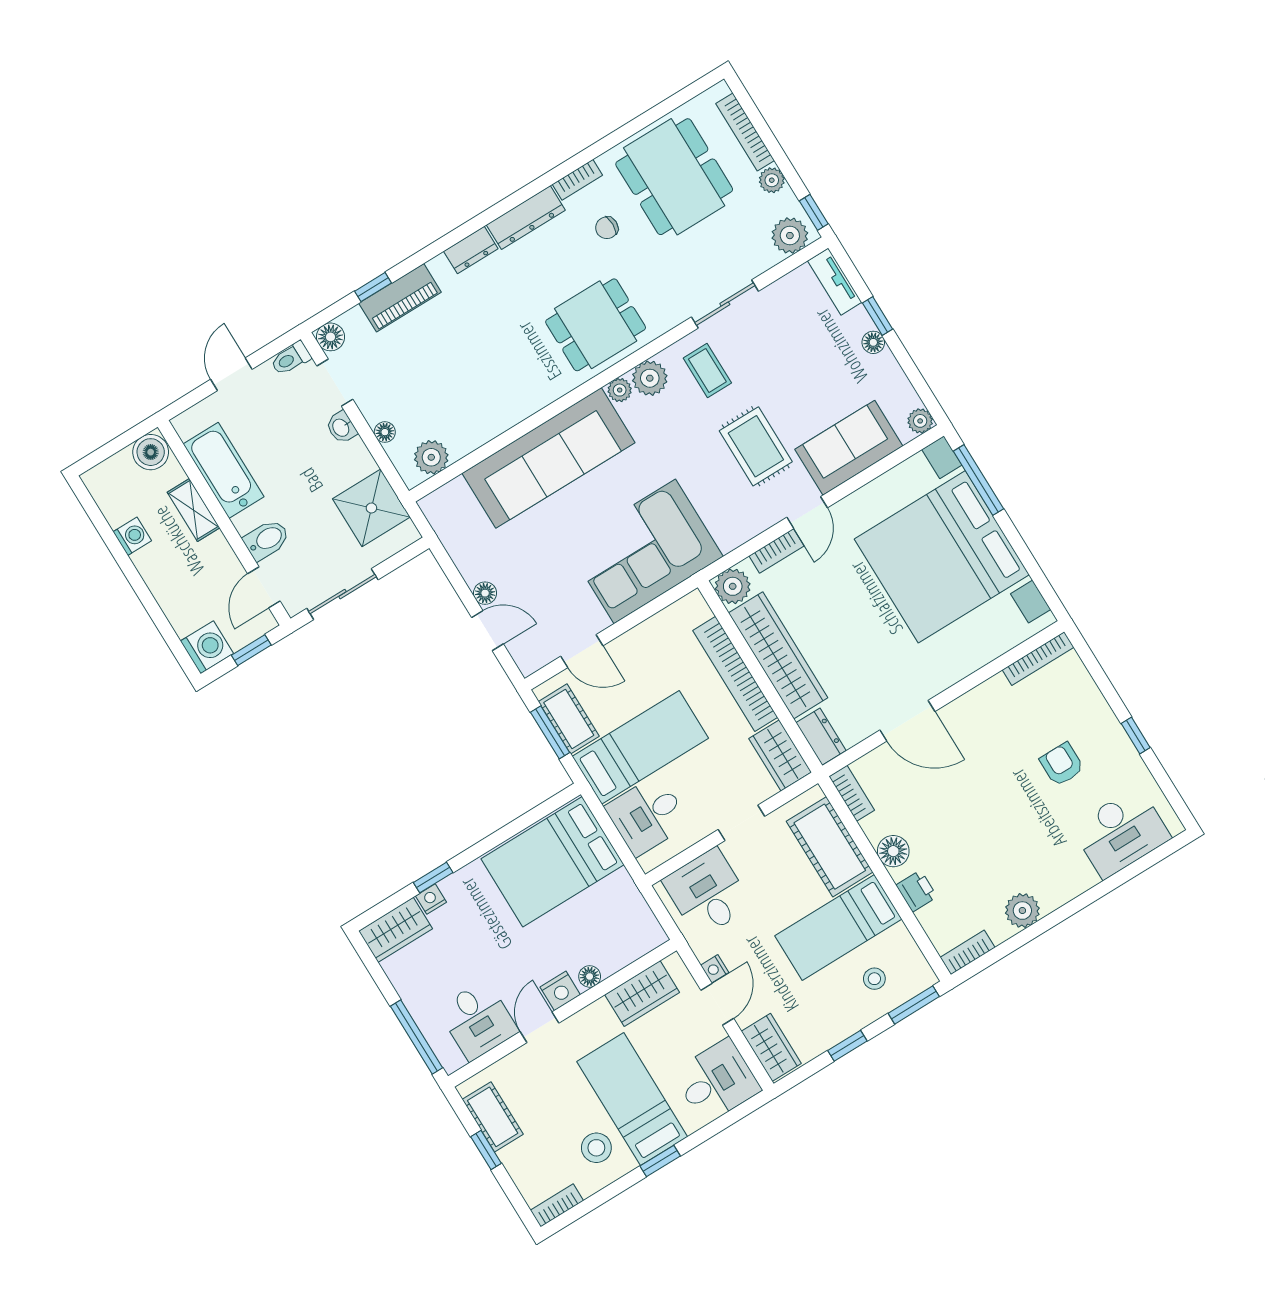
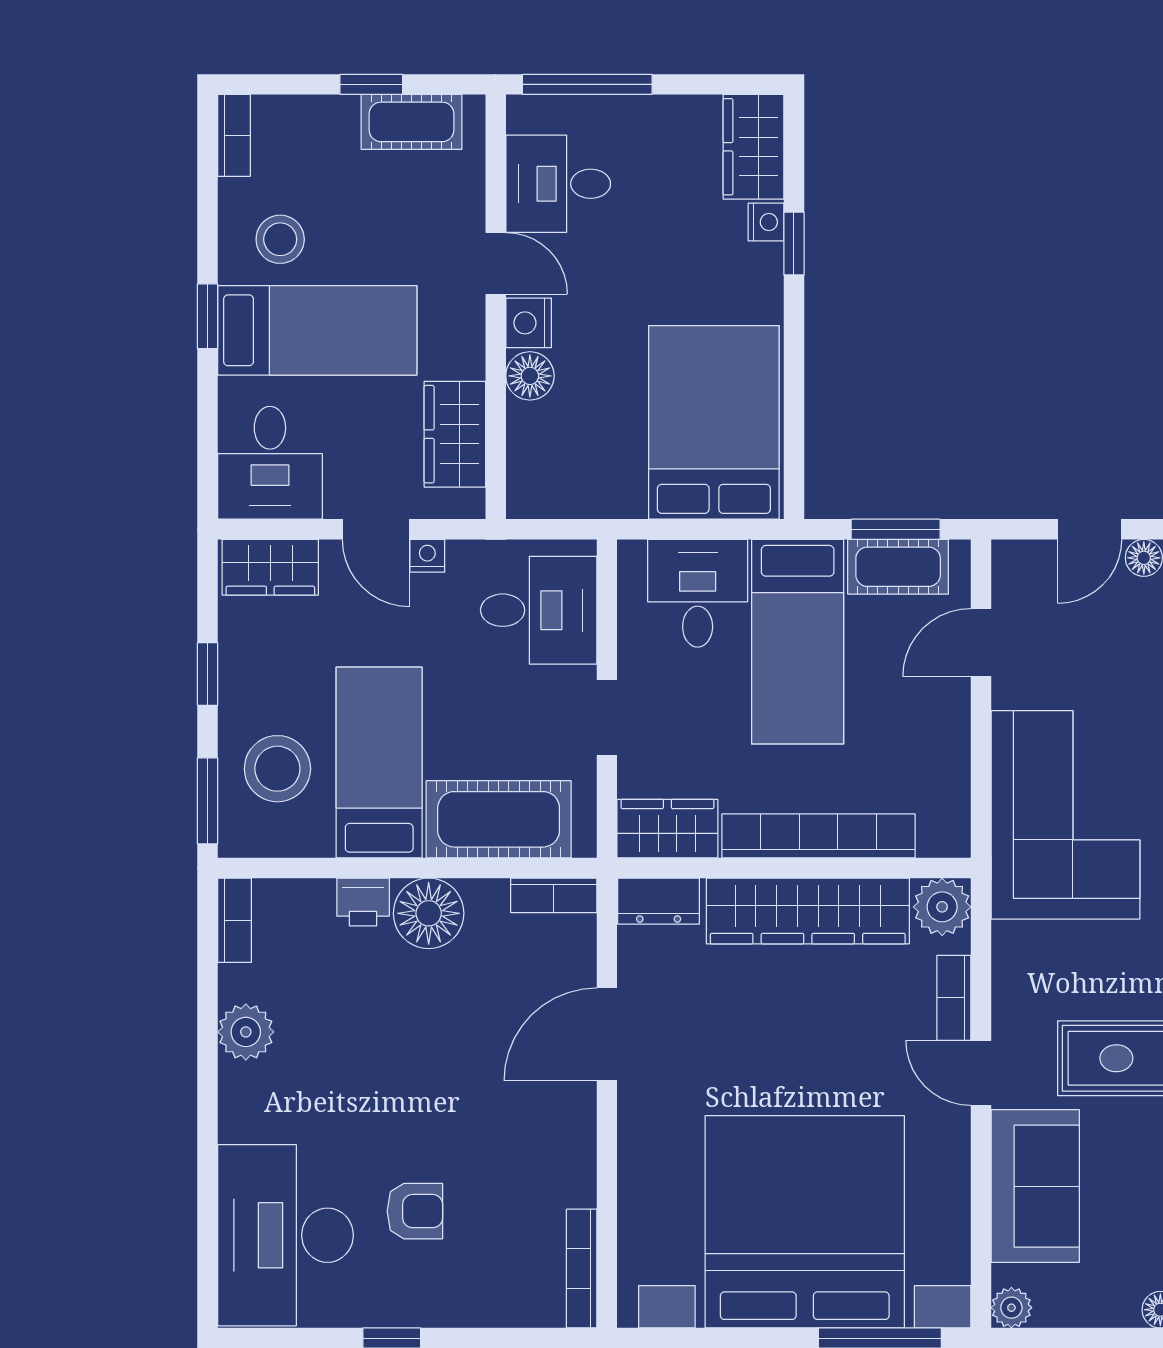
desk: (1121, 832) -> (285, 1235), width x1.36, depth x1.30
floor lamp: (893, 851) -> (429, 913), width x1.38, depth x1.38
floor lamp: (590, 976) -> (530, 376), width x1.37, depth x1.37
stool: (874, 979) -> (277, 769), width x1.89, depth x1.89

